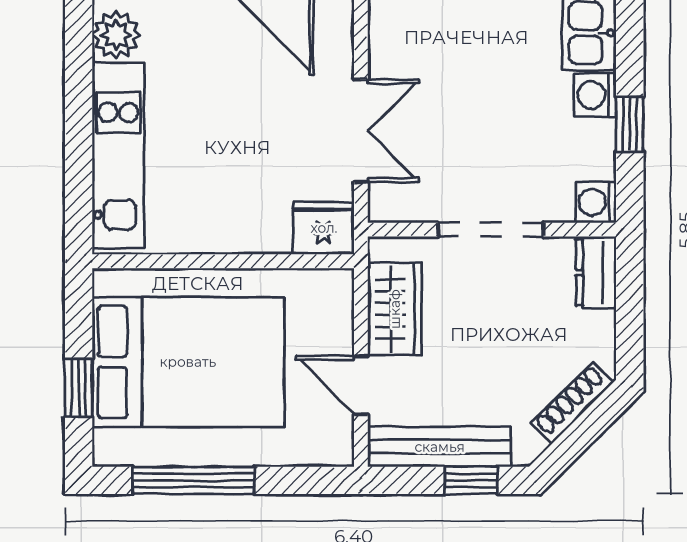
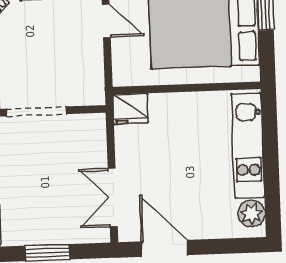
double door: (361, 131) -> (113, 197), moved
wardrobe: (395, 309) -> (89, 65), removed

